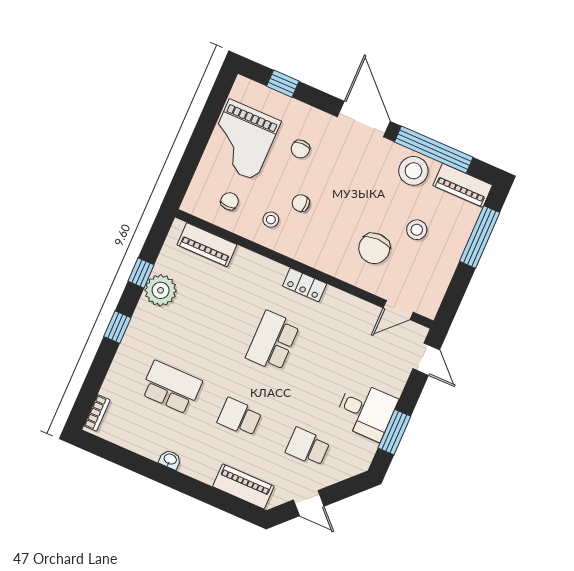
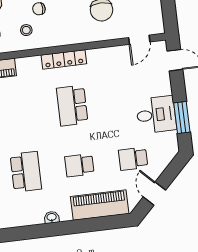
locker: (305, 285) -> (64, 59), width x1.53
school desk: (171, 387) -> (26, 172), turned 90
piano: (243, 486) -> (100, 205), width x1.37, depth x1.33
door: (309, 503) -> (154, 194), swing flipped

